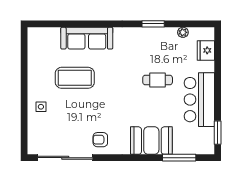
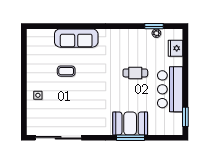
window: (153, 24) -> (154, 26), moved
coffee table: (75, 78) -> (66, 71), width x0.54, depth x0.58
armchair: (100, 140) -> (87, 123), removed
window: (179, 158) -> (131, 138), moved

